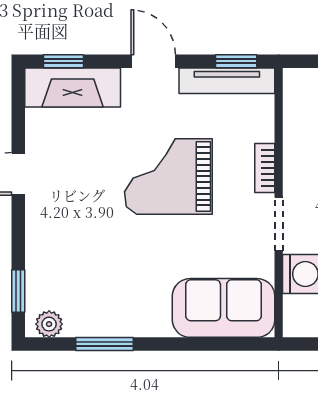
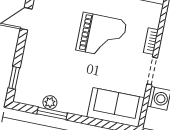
grand piano: (168, 176) -> (101, 35), turned 180
plant: (49, 324) -> (50, 102), moved

